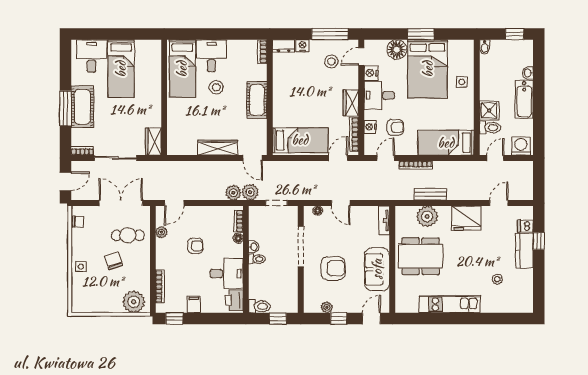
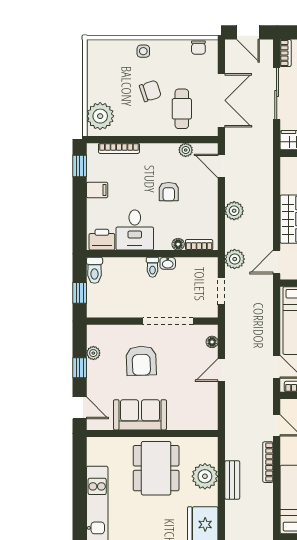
plant: (233, 193) -> (234, 211), moved
tv unit: (384, 220) -> (200, 423), removed

